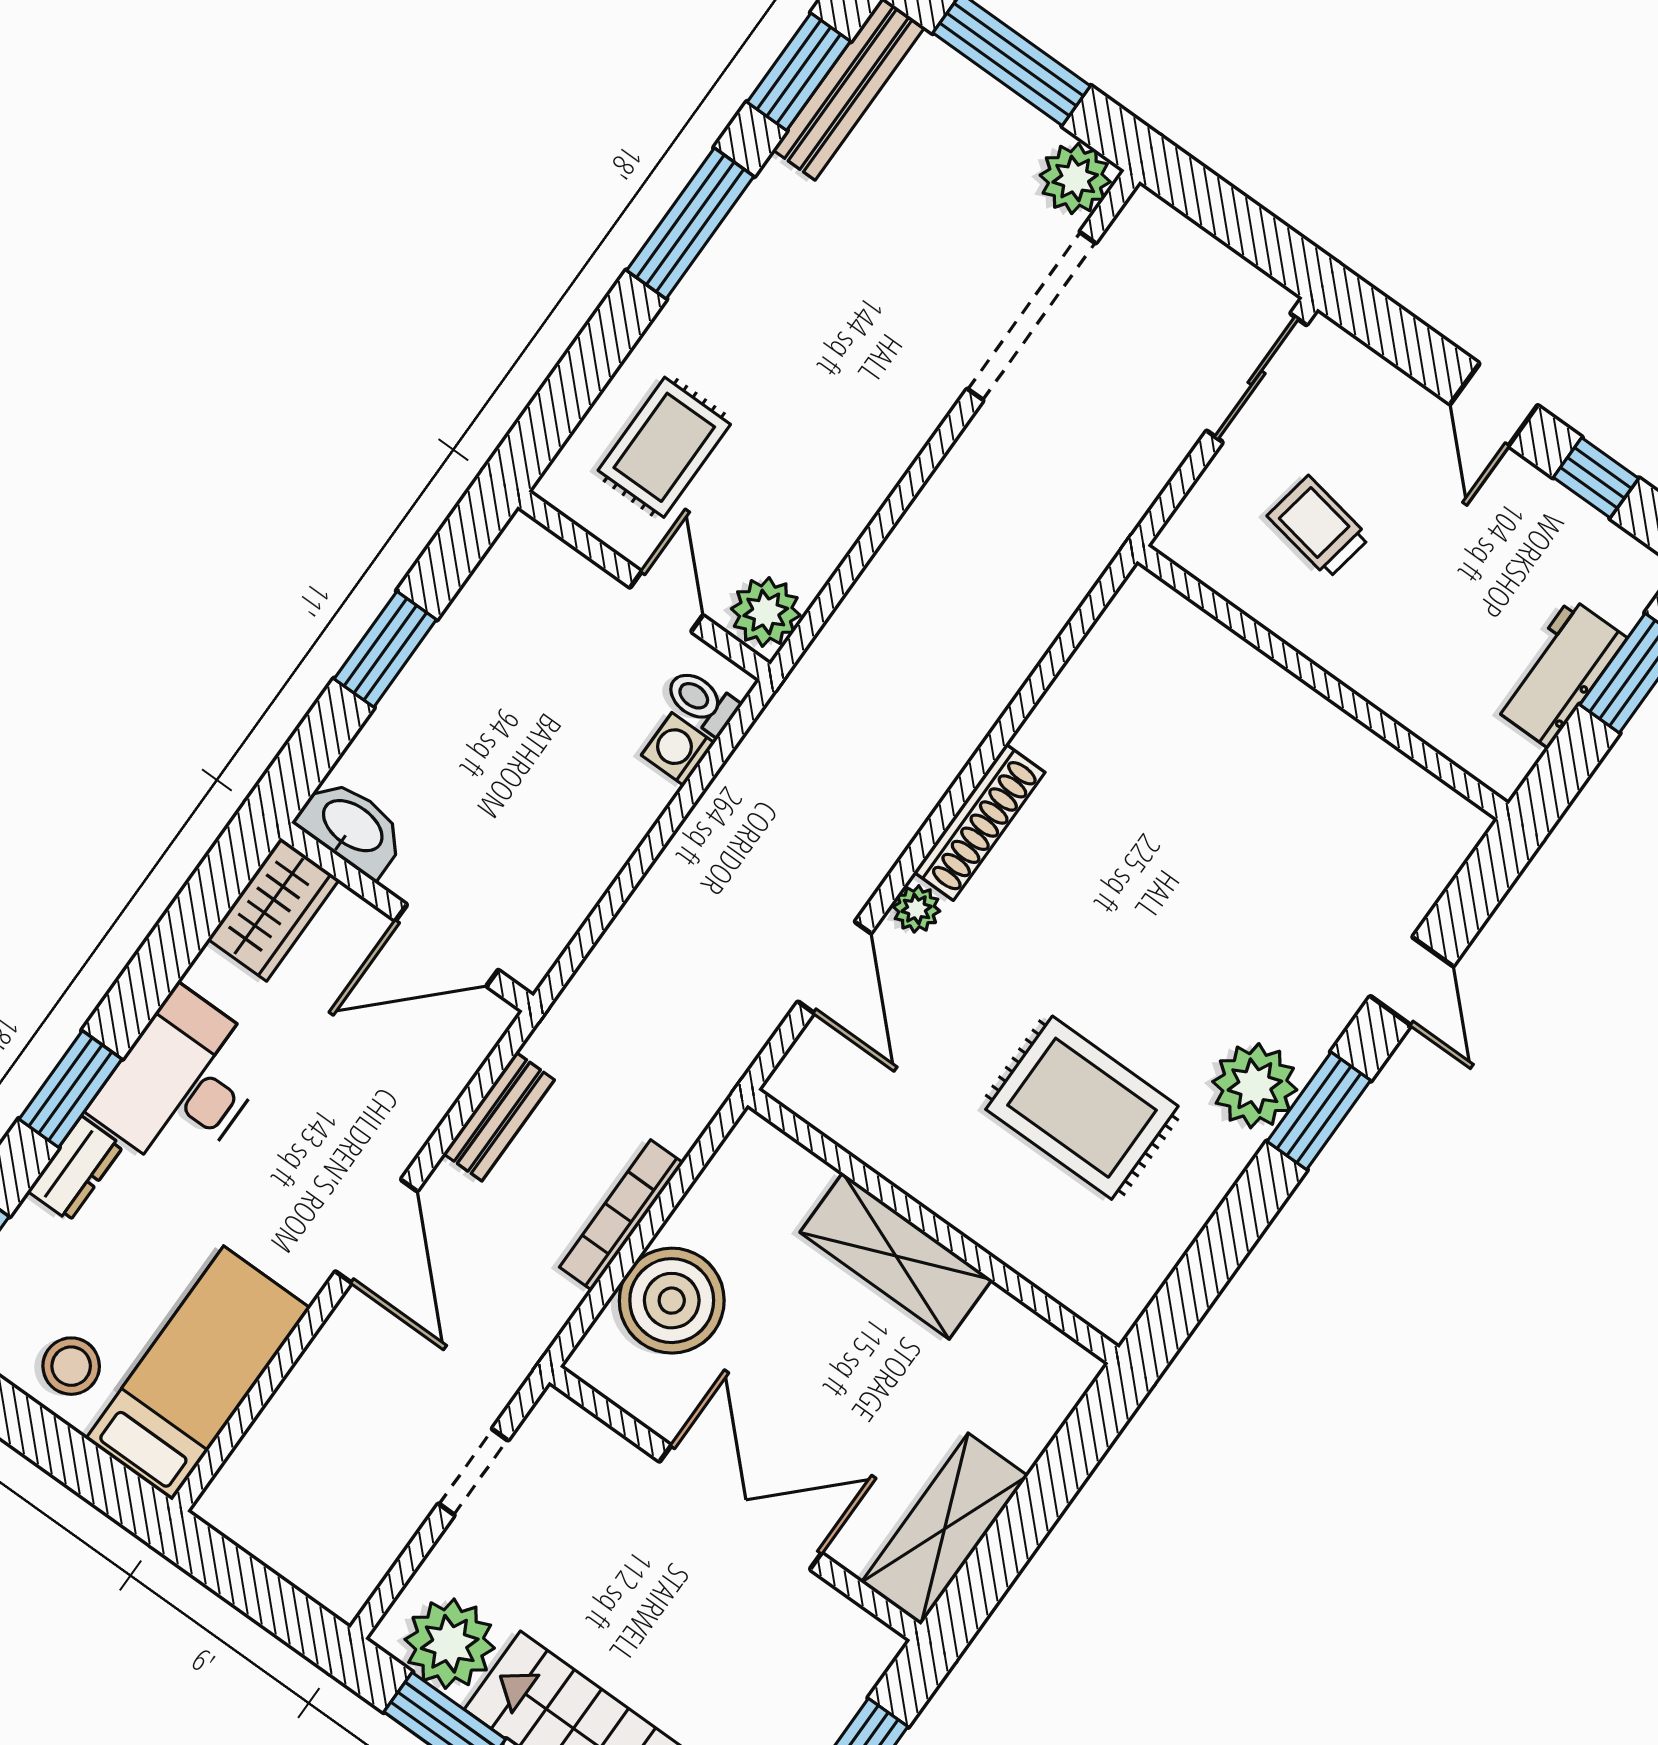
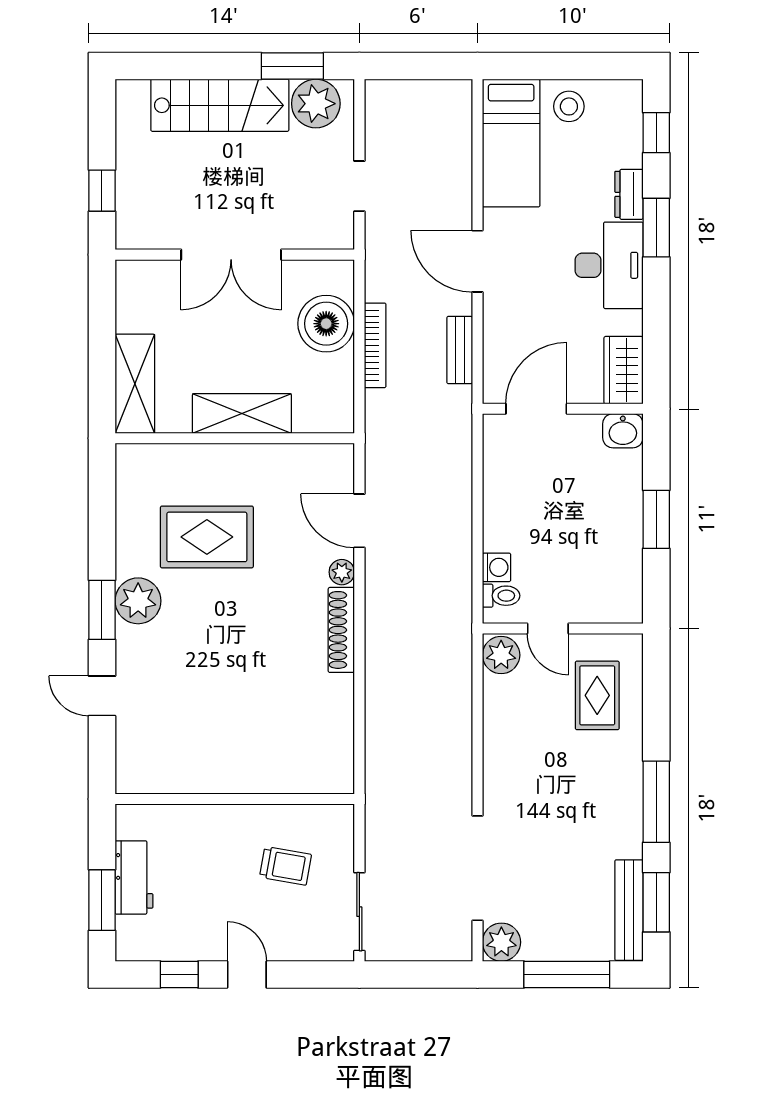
washbasin: (352, 827) -> (623, 431), width x0.72
shelving: (944, 1529) -> (135, 384), moved

